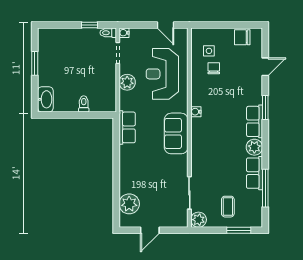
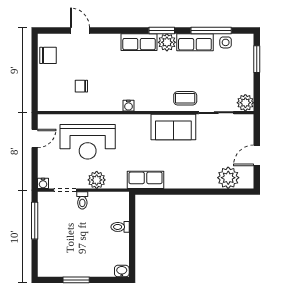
window: (89, 25) -> (35, 221), width x2.17
toilet: (108, 33) -> (82, 200), moved
chair: (242, 37) -> (48, 55), turned -90
side table: (209, 51) -> (226, 42), moved
washbasin: (45, 99) -> (122, 271), width x0.52, depth x0.69
window: (265, 108) -> (162, 30), moved
sofa: (176, 133) -> (173, 127), moved
coffee table: (228, 207) -> (185, 98), moved
door: (150, 230) -> (257, 155), swing flipped

